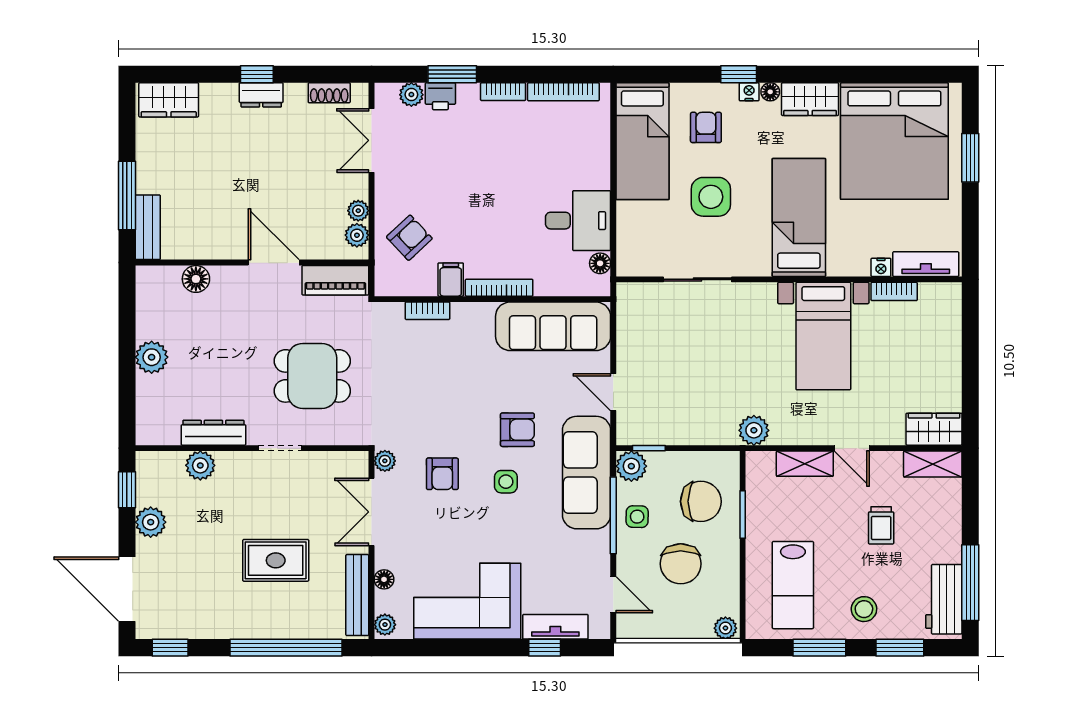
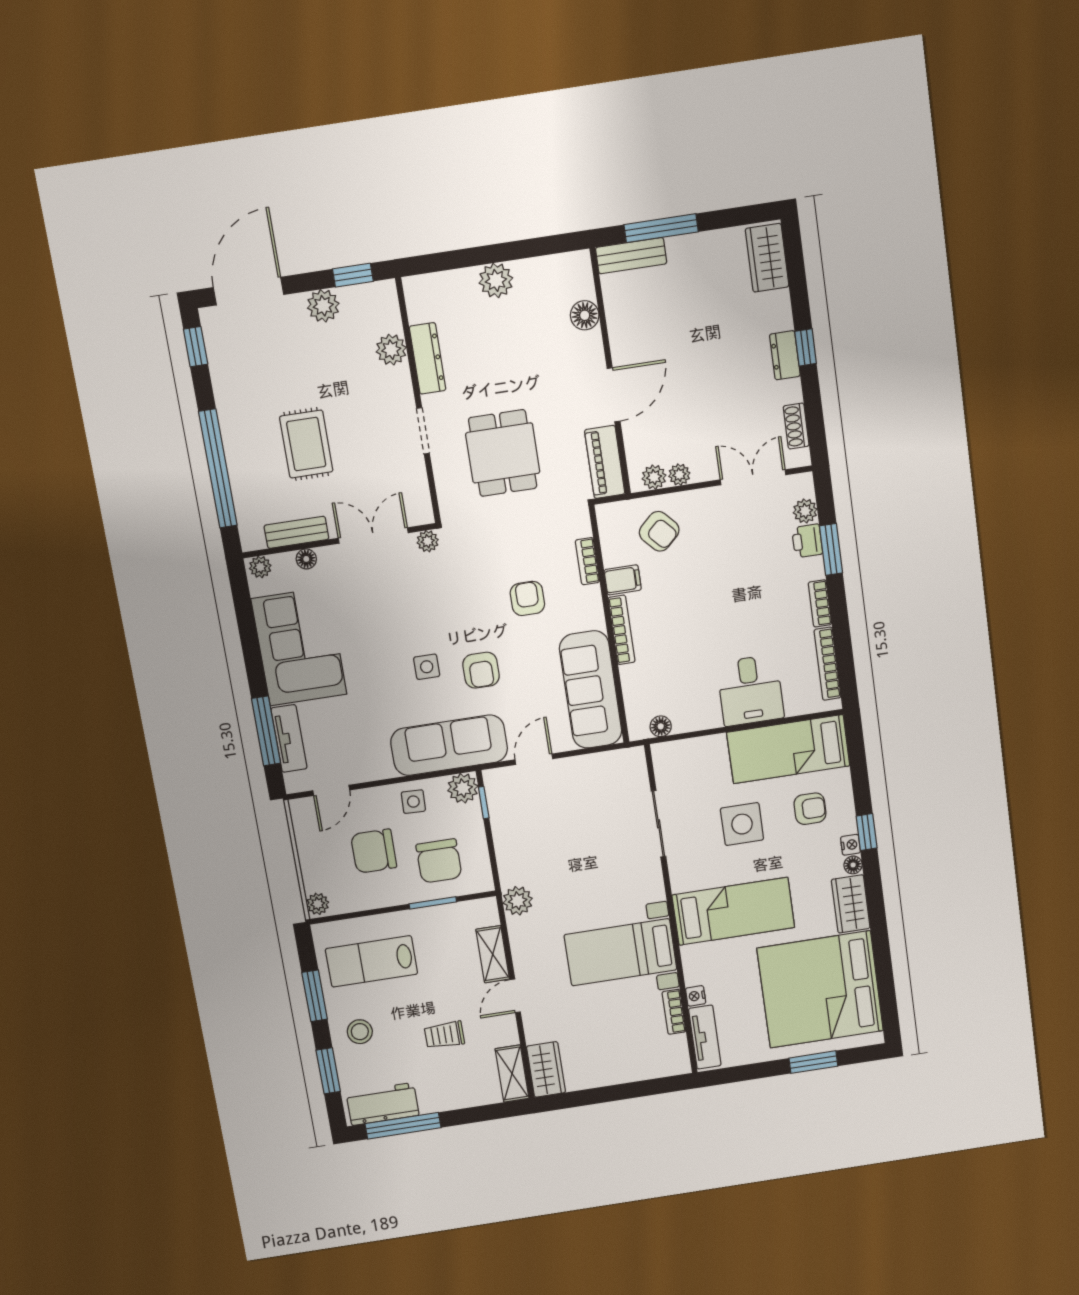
desk: (578, 221) -> (750, 690), moved
armchair: (442, 474) -> (527, 598), moved, turned 90
window: (613, 515) -> (411, 778), removed
bench: (357, 595) -> (296, 532), width x0.73
window: (545, 648) -> (266, 731), width x2.17

